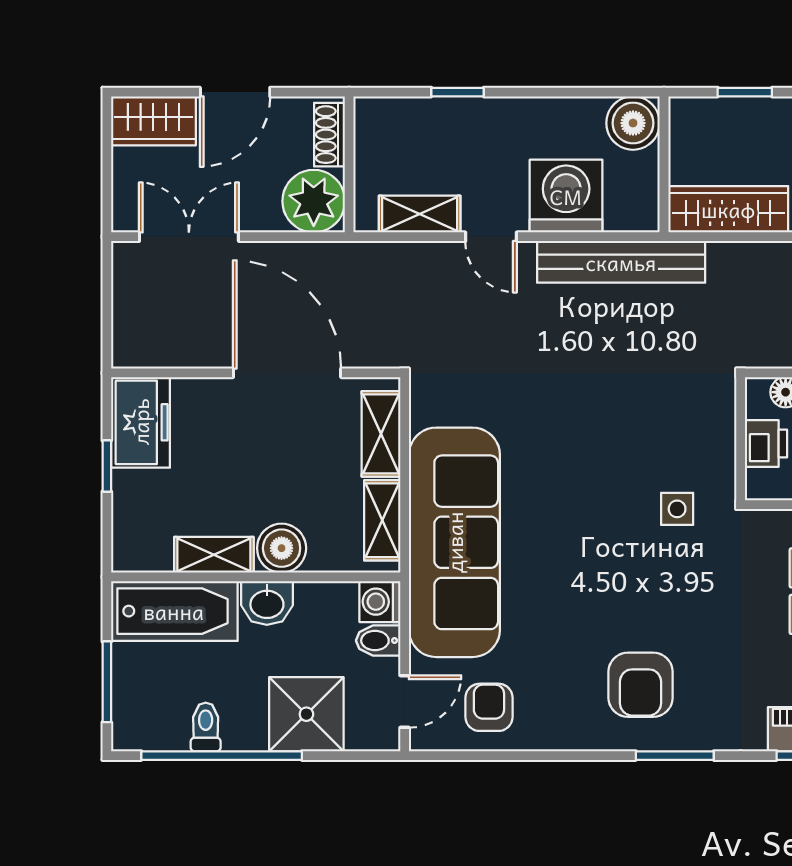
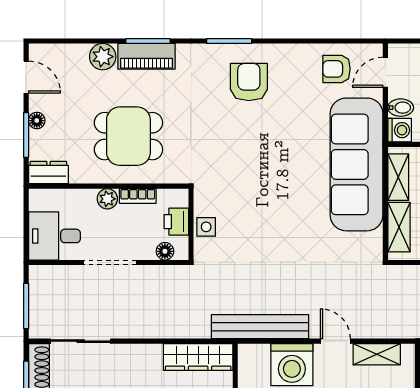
side table: (677, 509) -> (206, 227), moved
armchair: (489, 707) -> (337, 69), turned 90

